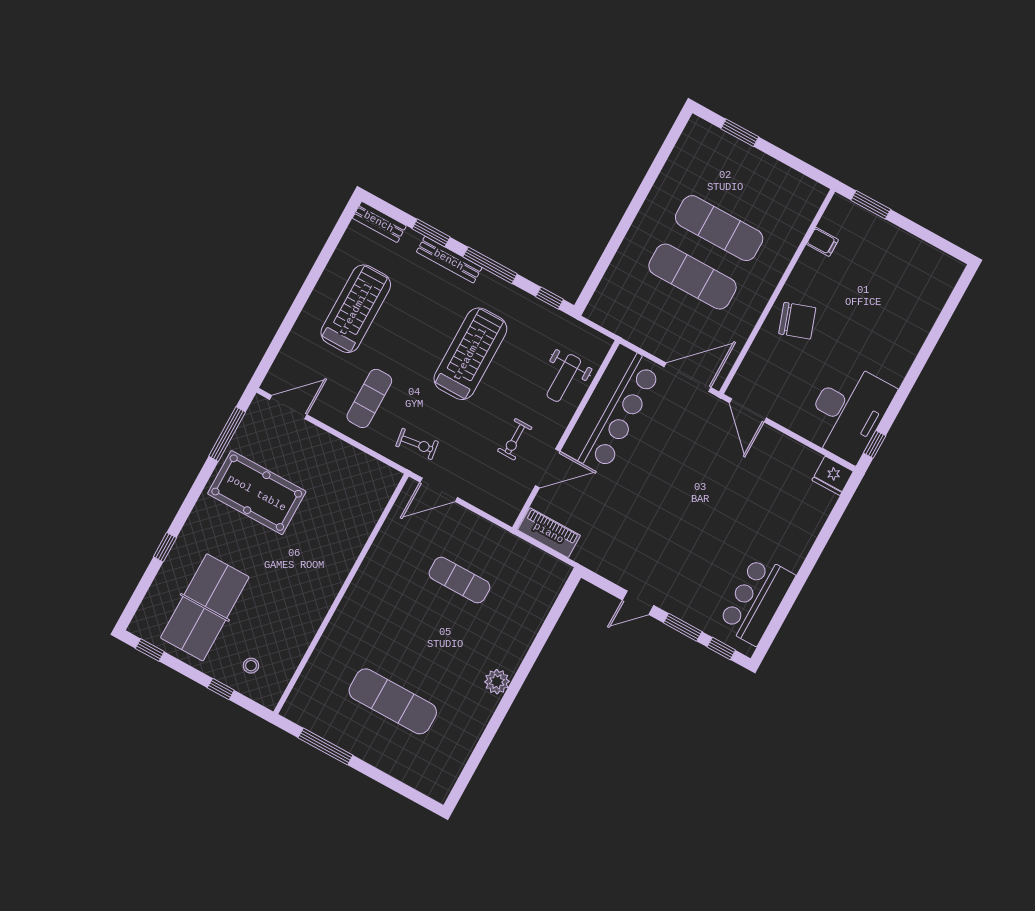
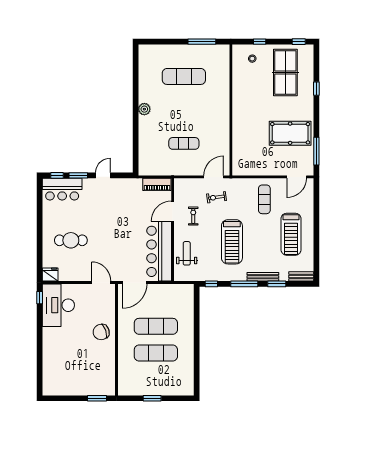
window: (740, 133) -> (152, 398), moved
filing cabinet: (822, 242) -> (109, 371), removed
exercise bike: (417, 444) -> (217, 197), moved
cafe table: (761, 517) -> (71, 240), added
bar counter: (756, 600) -> (62, 189), moved, turned 90

